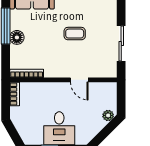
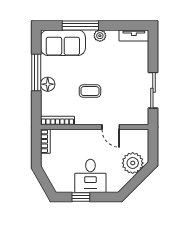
coffee table: (75, 34) -> (90, 91), moved
plant: (108, 115) -> (133, 163), width x1.87, depth x1.87

